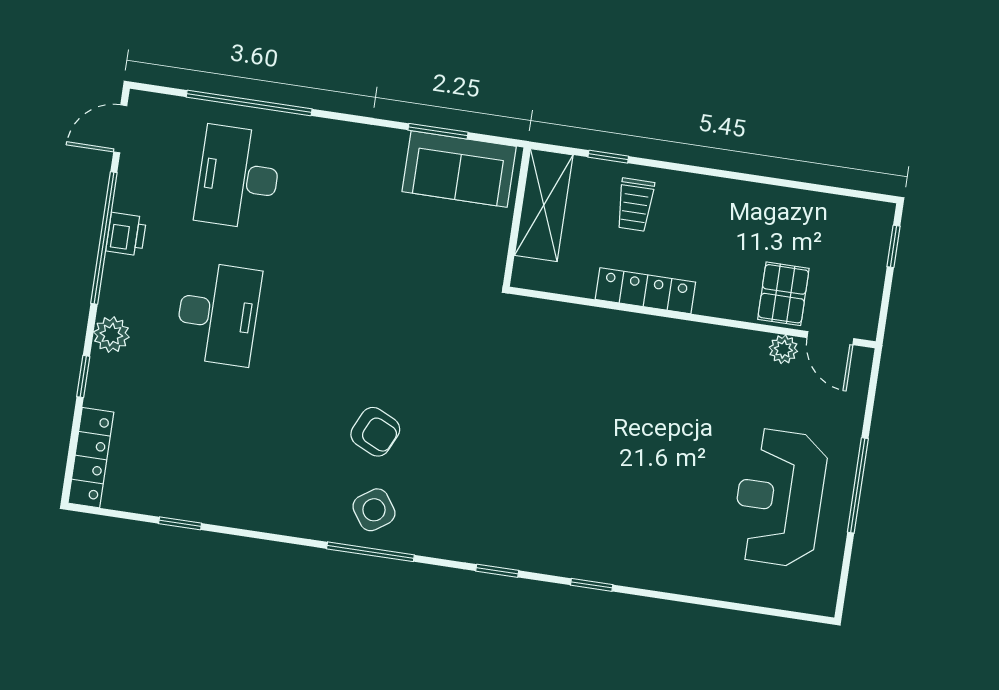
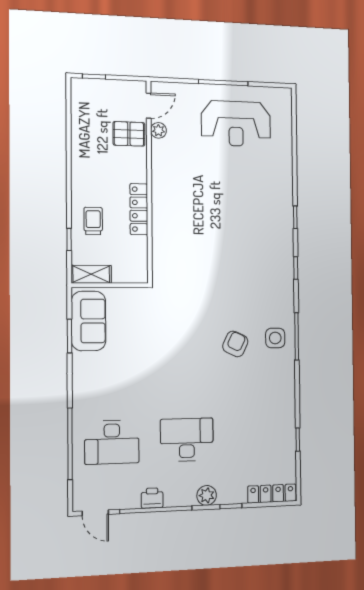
shelving: (544, 205) -> (91, 274), width x0.67, depth x0.75
trolley: (635, 205) -> (93, 221), turned -90
side table: (374, 510) -> (275, 338), turned 35

